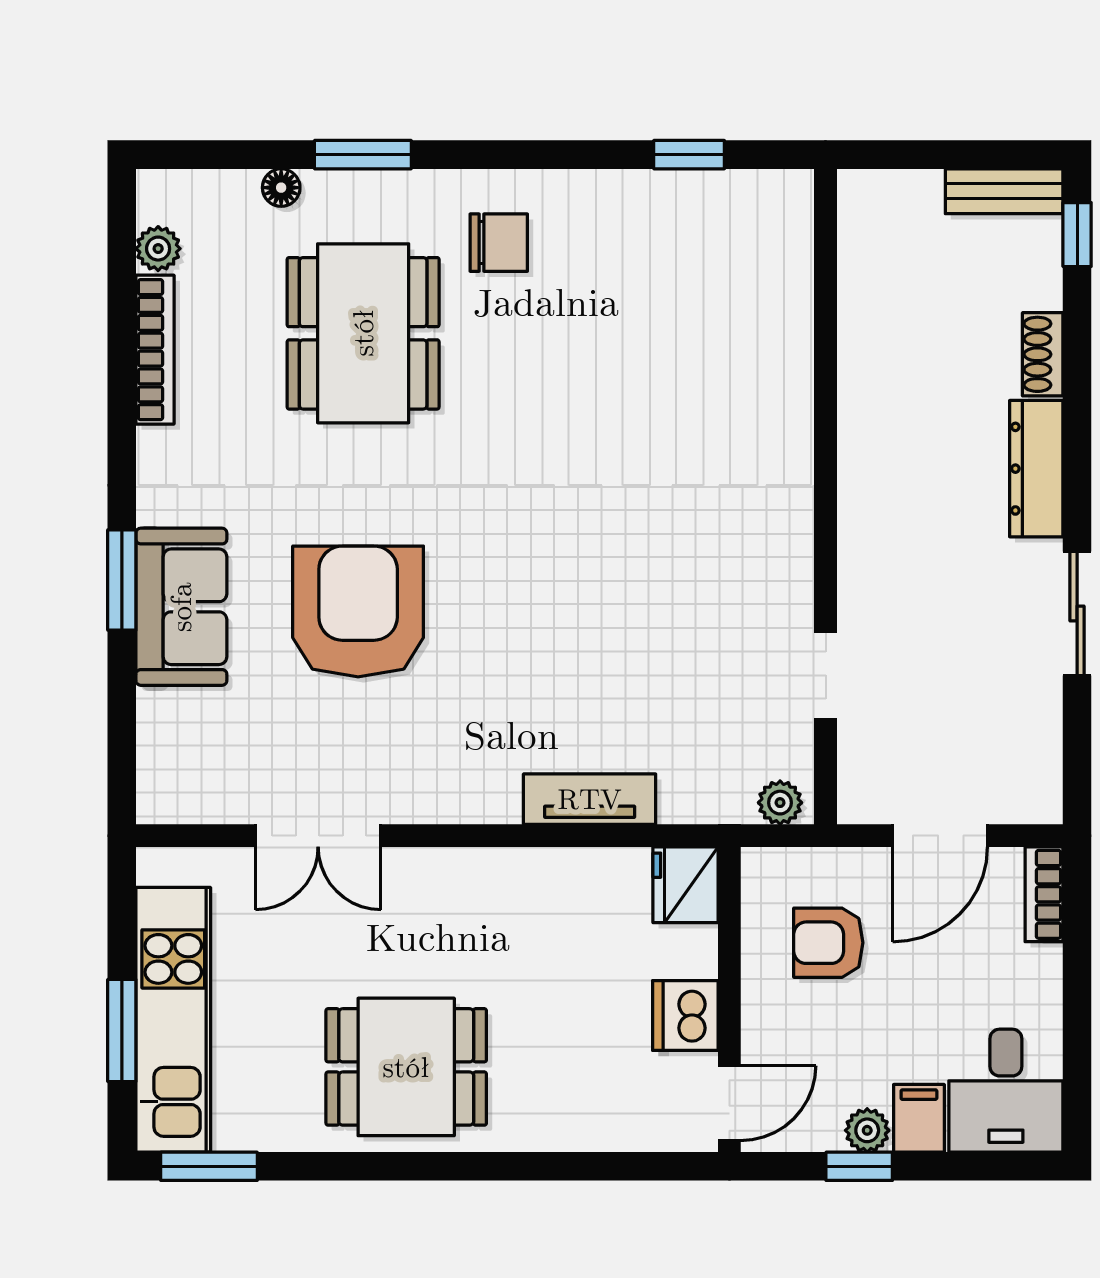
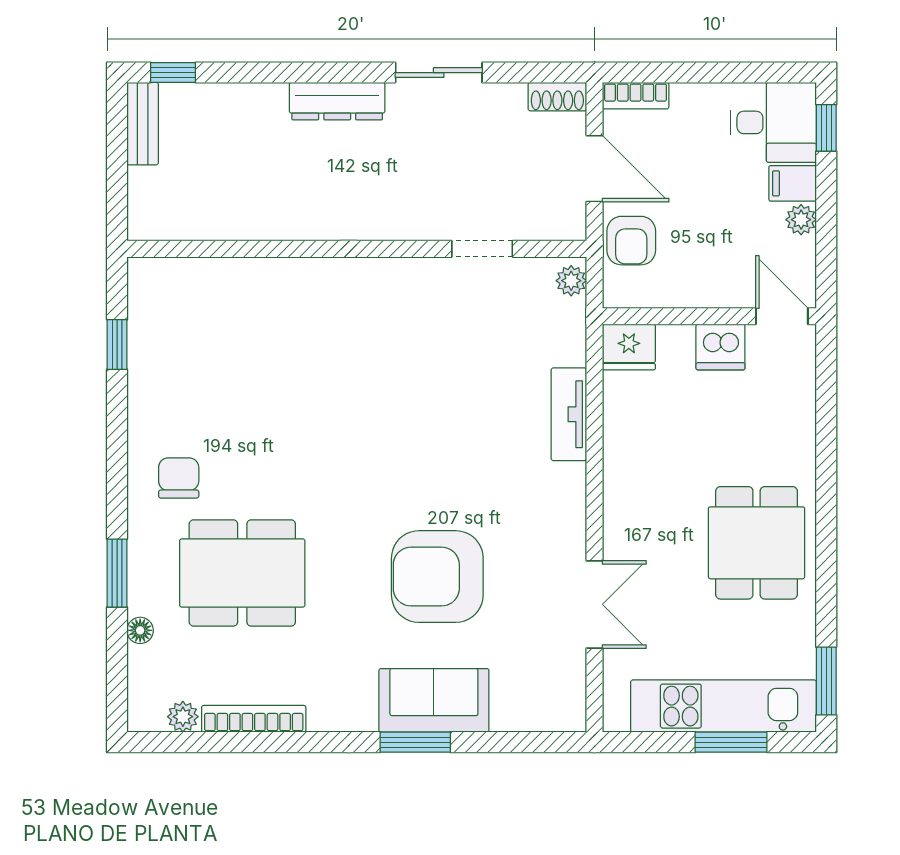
shoe rack: (1043, 354) -> (557, 97), moved
armchair: (828, 943) -> (631, 241), moved
window: (859, 1166) -> (826, 128), moved

